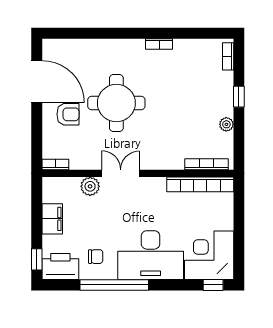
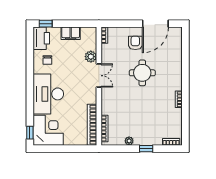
round table: (116, 103) -> (142, 73), width x0.73, depth x0.73
armchair: (68, 114) -> (135, 43), turned 180
window: (114, 285) -> (30, 72), removed

